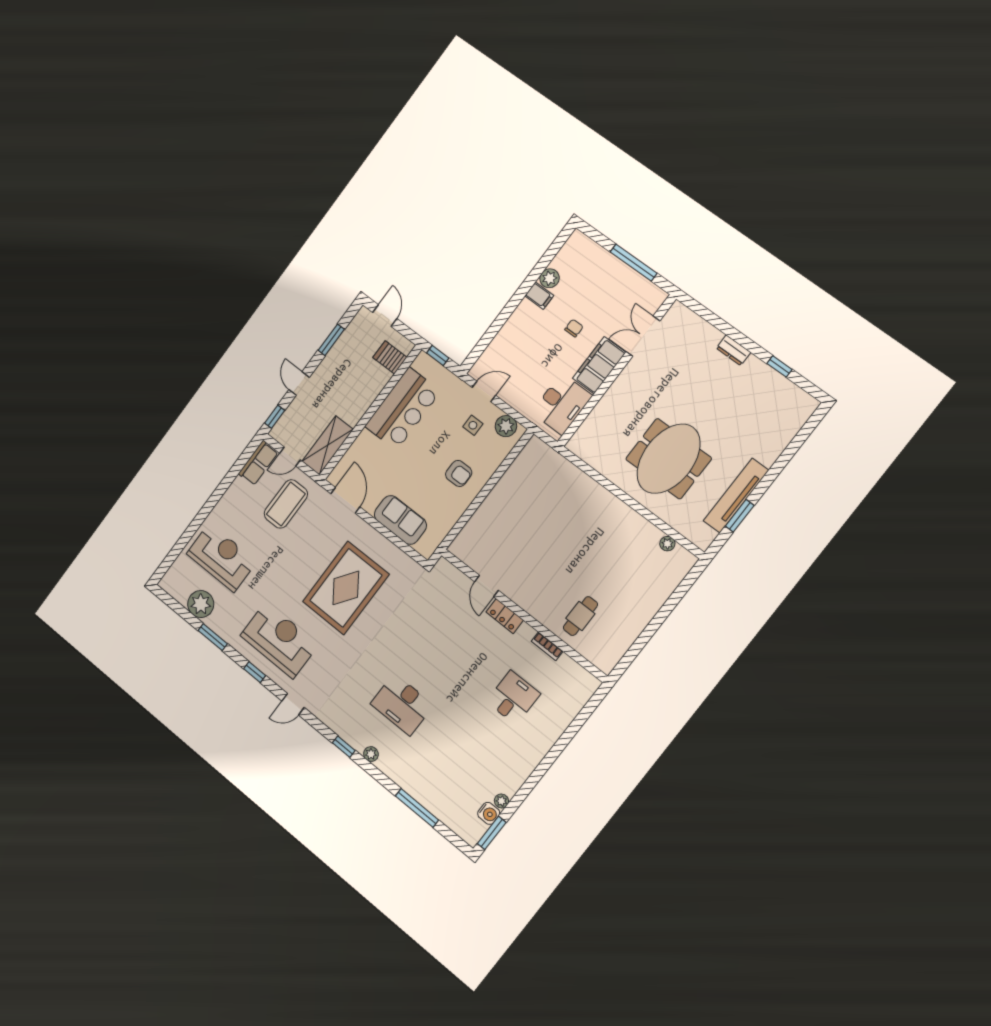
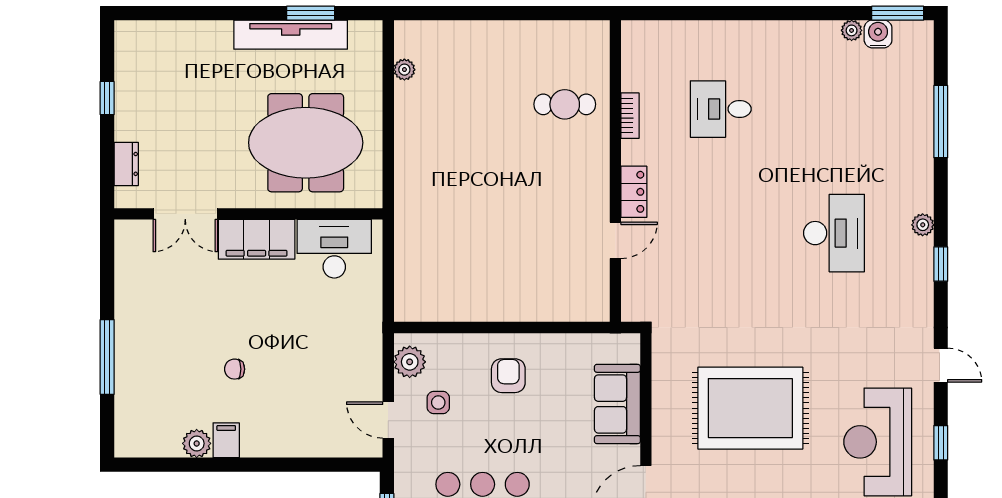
double door: (643, 336) -> (185, 214), moved
filing cabinet: (599, 365) -> (257, 239), moved
wall: (616, 371) -> (248, 214), moved
desk: (562, 404) -> (334, 249), moved

